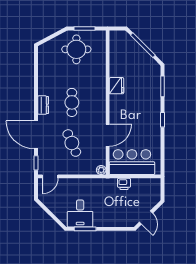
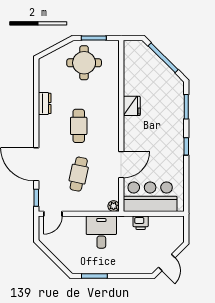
dresser: (43, 105) -> (45, 103), moved
cafe table: (72, 143) -> (79, 174), turned 36
desk: (80, 213) -> (101, 232), moved, turned 180

